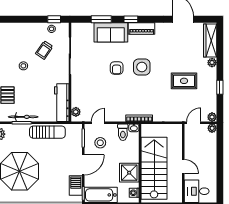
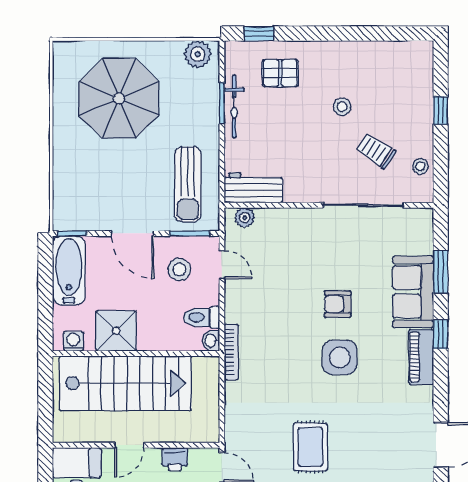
window: (54, 19) -> (441, 111), moved
workbench: (62, 103) -> (253, 188), width x0.73
sun lounger: (47, 132) -> (188, 184), moved
printer: (190, 145) -> (175, 459), added
barbecue: (76, 185) -> (89, 217), removed

